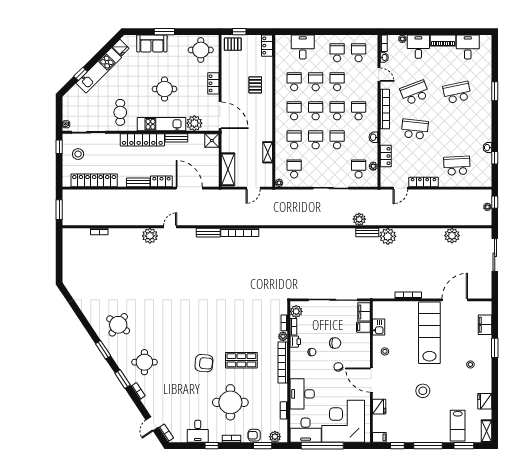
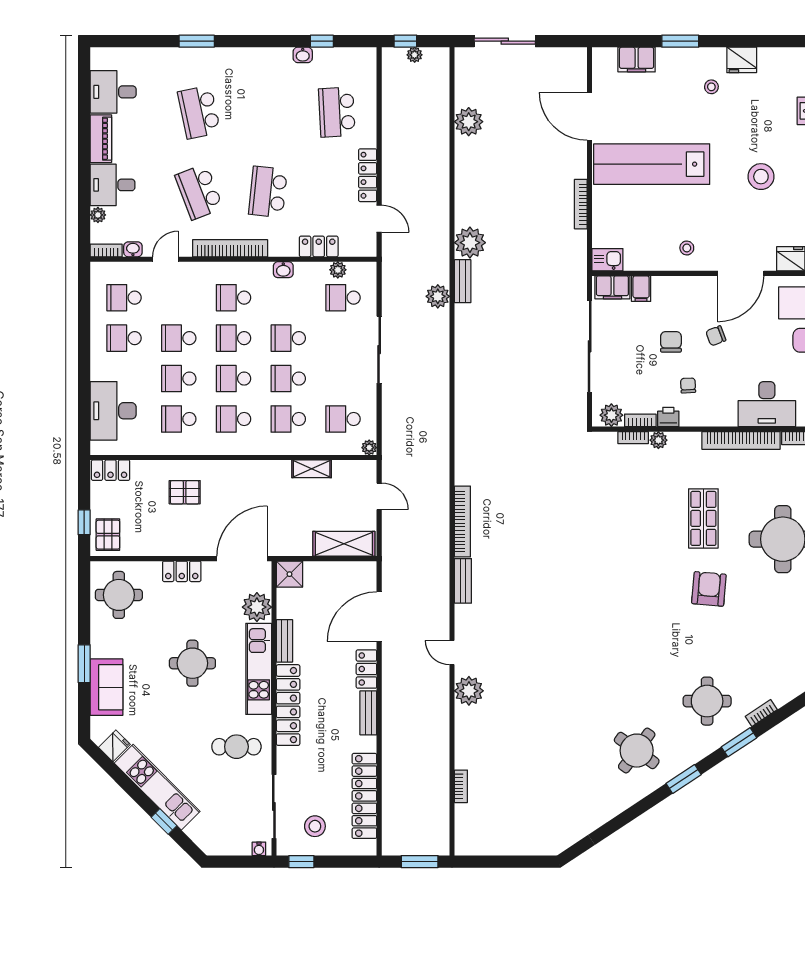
desk: (303, 47) -> (113, 411), width x1.37
kitchen sink: (379, 327) -> (607, 260), moved
bookcase: (283, 363) -> (741, 440), moved
fridge: (485, 401) -> (742, 60), moved

